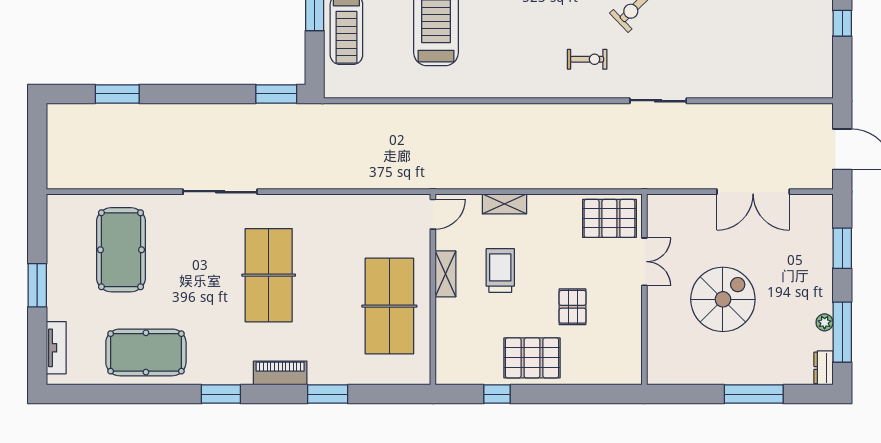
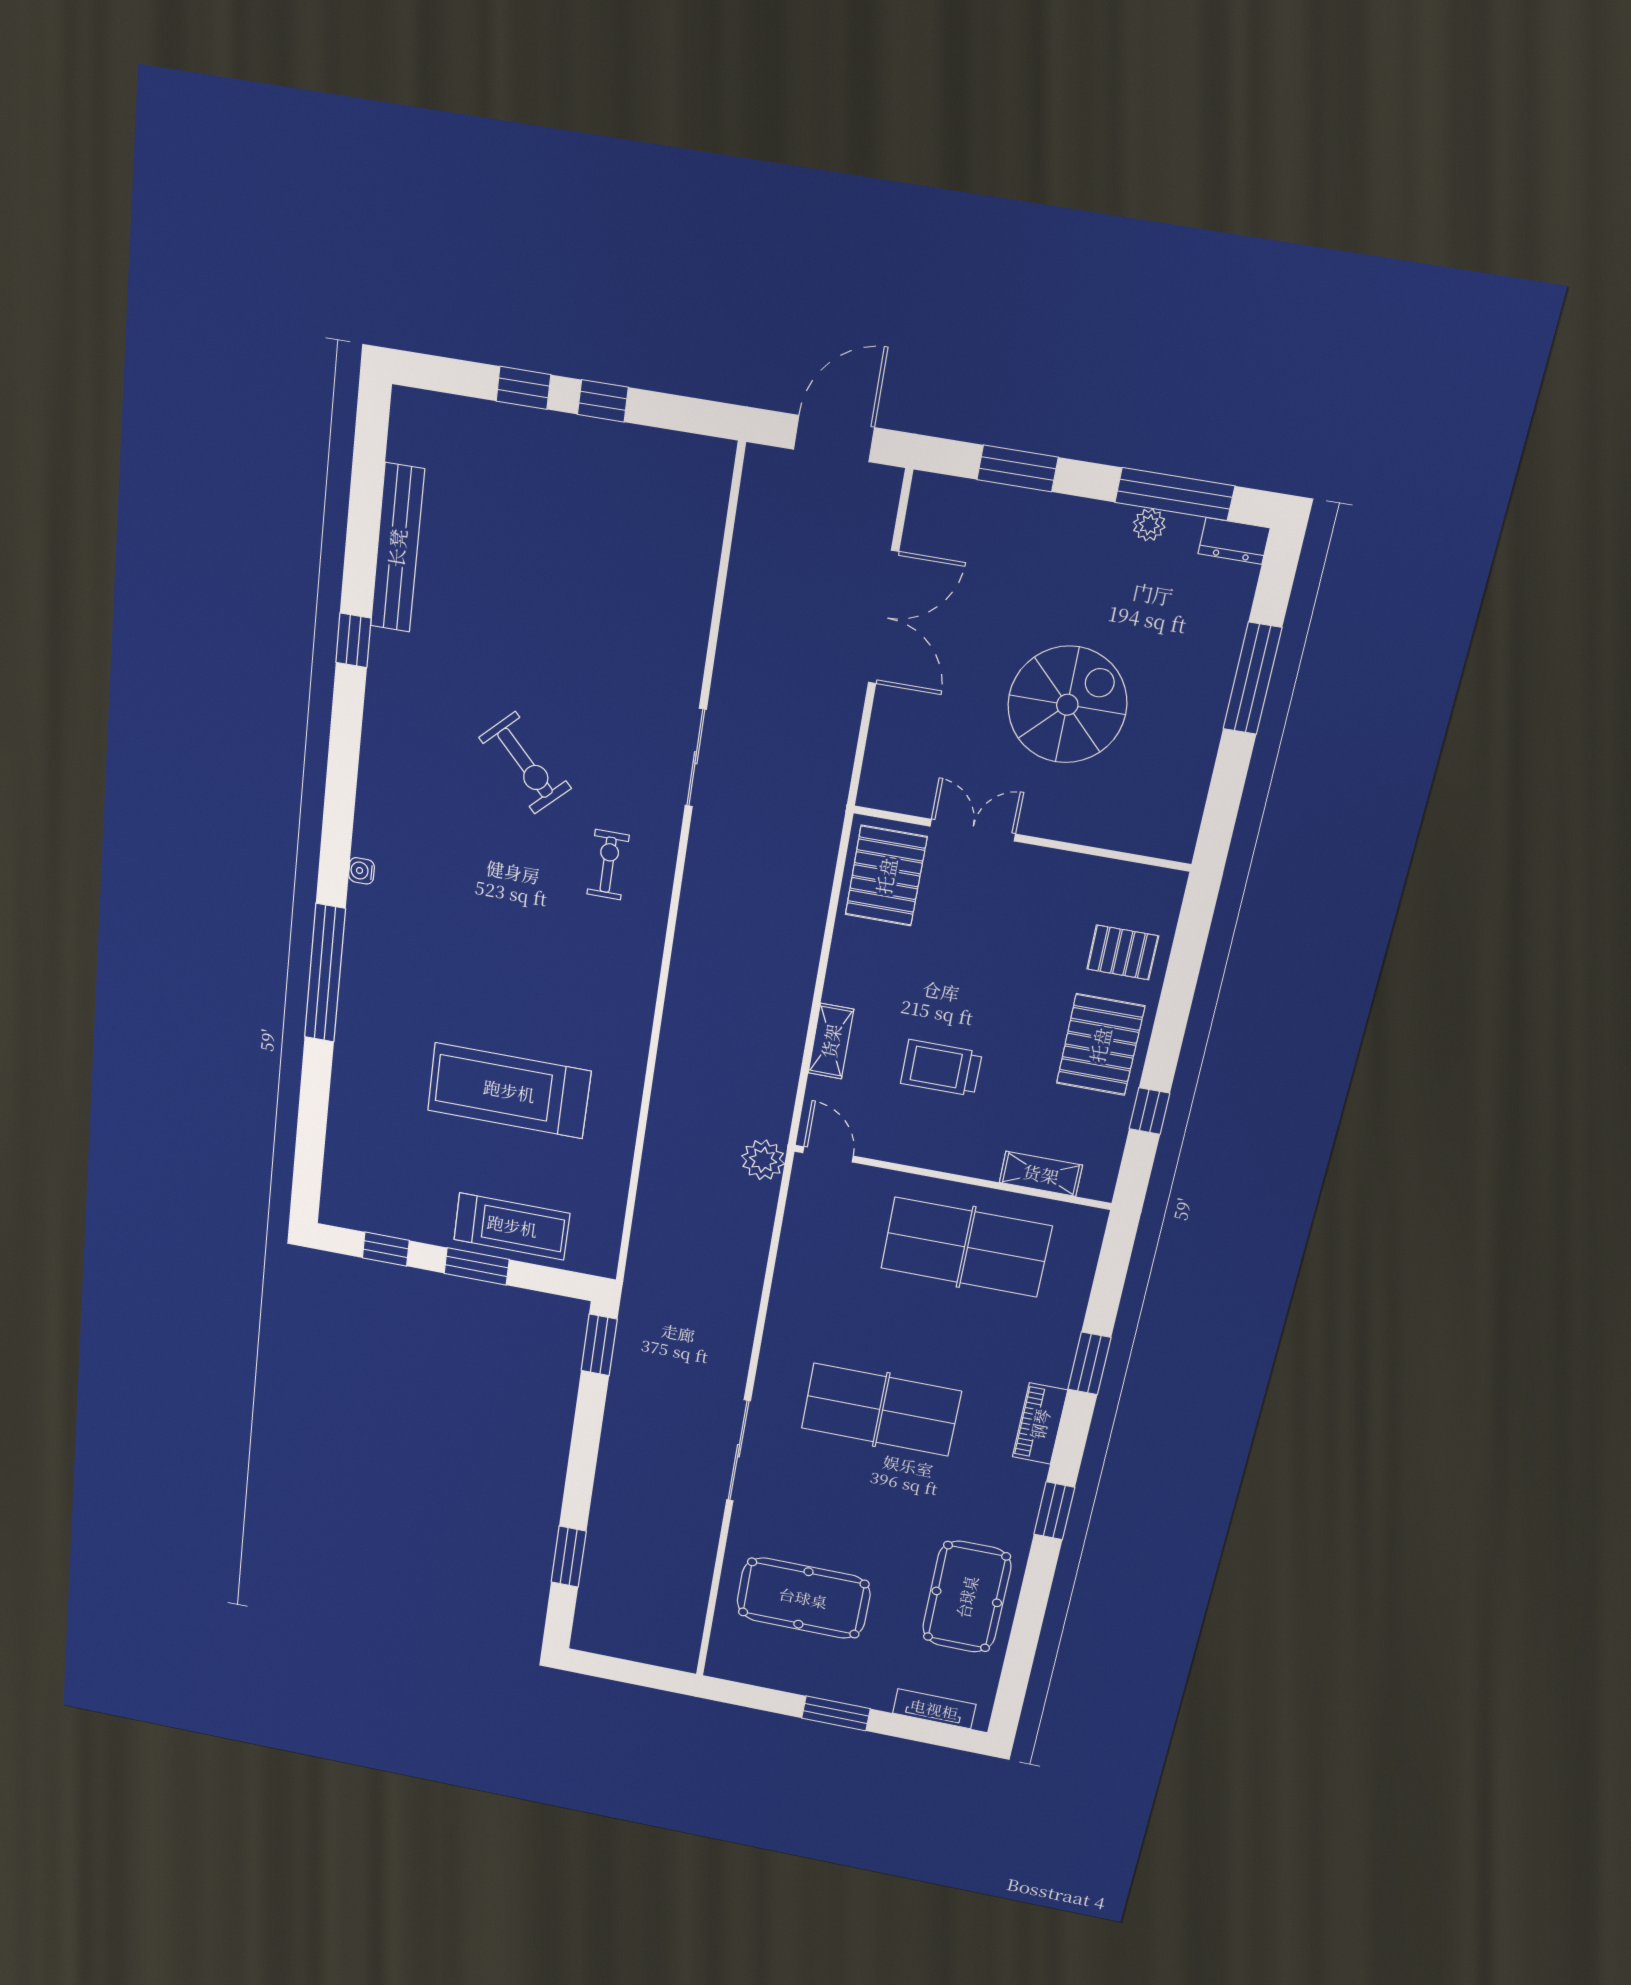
plant: (422, 176) -> (763, 1160), added
shelving: (445, 274) -> (1041, 1174), moved
spiral stairs: (723, 299) -> (1067, 705), turned 90
pallet: (573, 307) -> (1123, 952), moved

